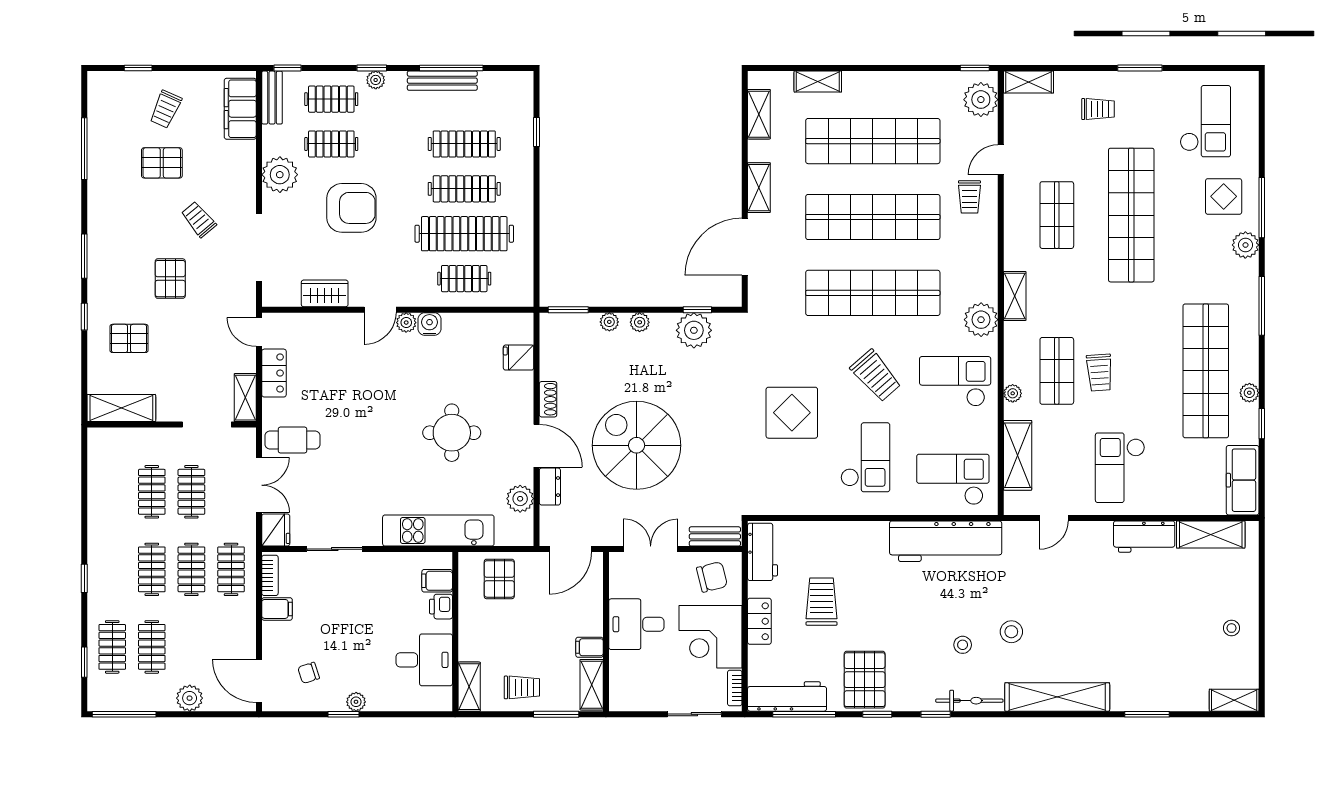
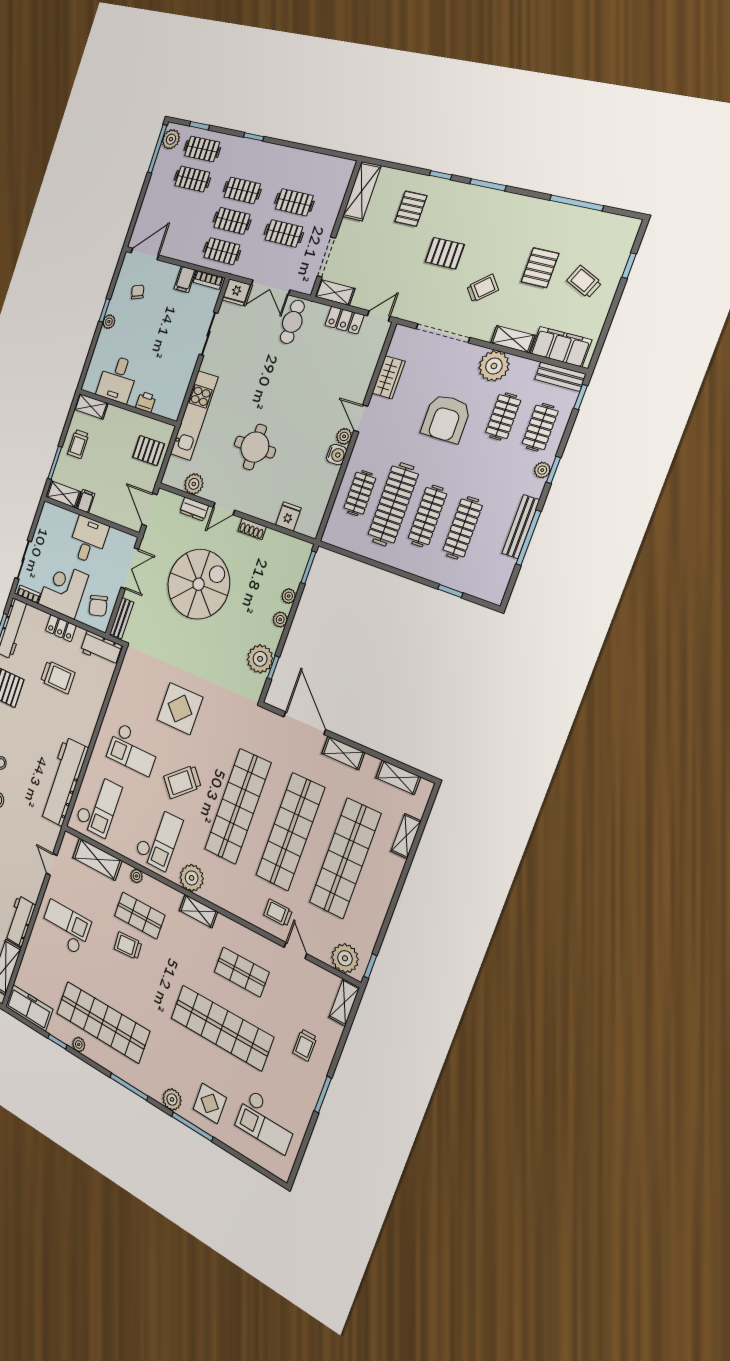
shelving: (246, 165) -> (513, 339), added
door: (537, 446) -> (224, 509), width x0.73
filing cabinet: (437, 581) -> (163, 404), removed
plant: (190, 698) -> (171, 139), moved

